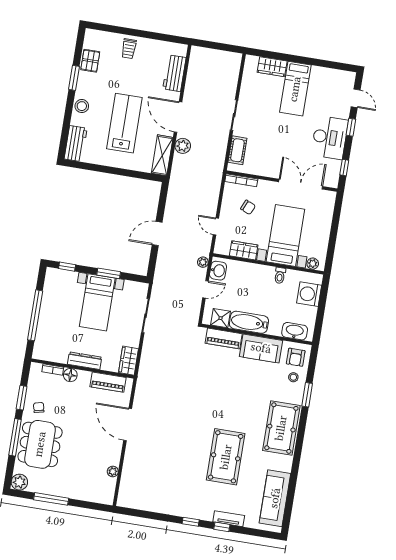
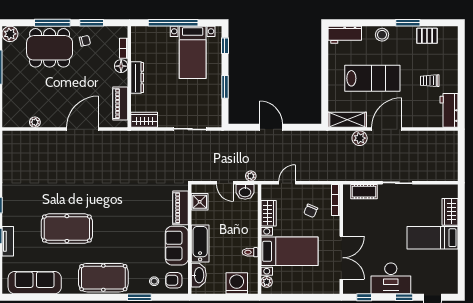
trolley: (129, 49) -> (430, 81), moved
workbench: (174, 73) -> (449, 110), moved, turned -90
bed with nightstands: (97, 302) -> (193, 52), moved, turned -90
bathtub: (249, 322) -> (200, 243), moved

